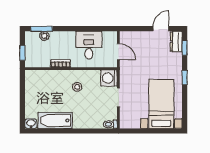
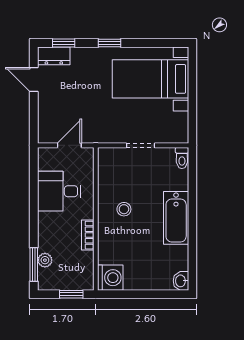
washing machine: (109, 78) -> (110, 278), moved, turned -90
bathtub: (55, 120) -> (176, 218), moved

